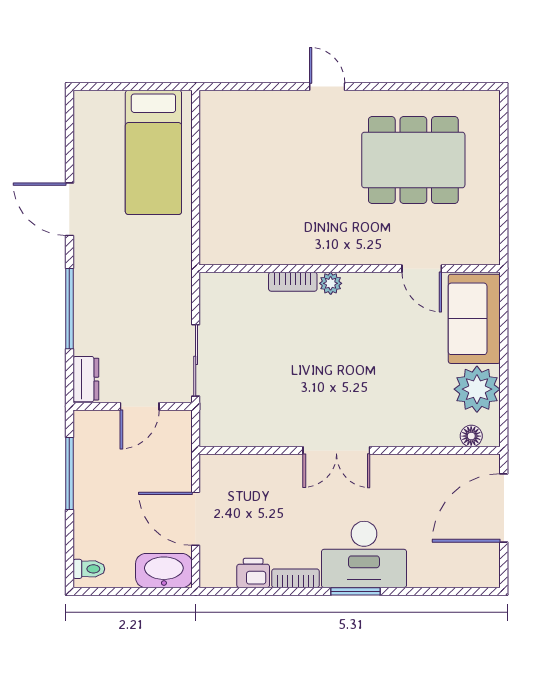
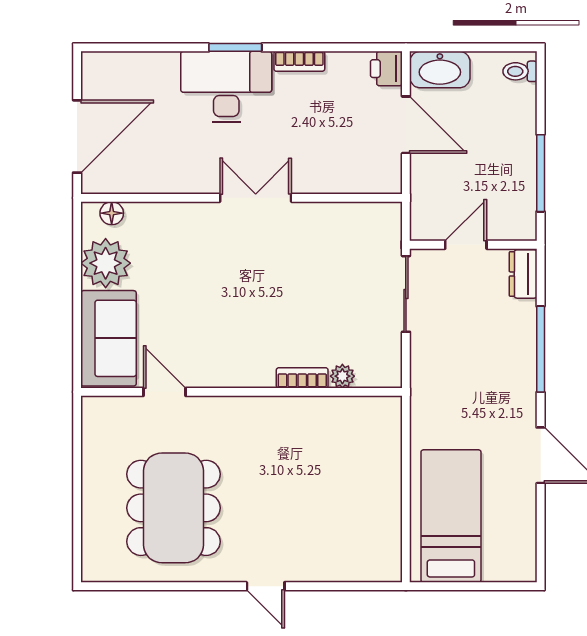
dining table: (413, 160) -> (174, 508), turned 90
plant: (331, 283) -> (342, 376), moved
printer: (253, 573) -> (386, 69), moved, turned 90

